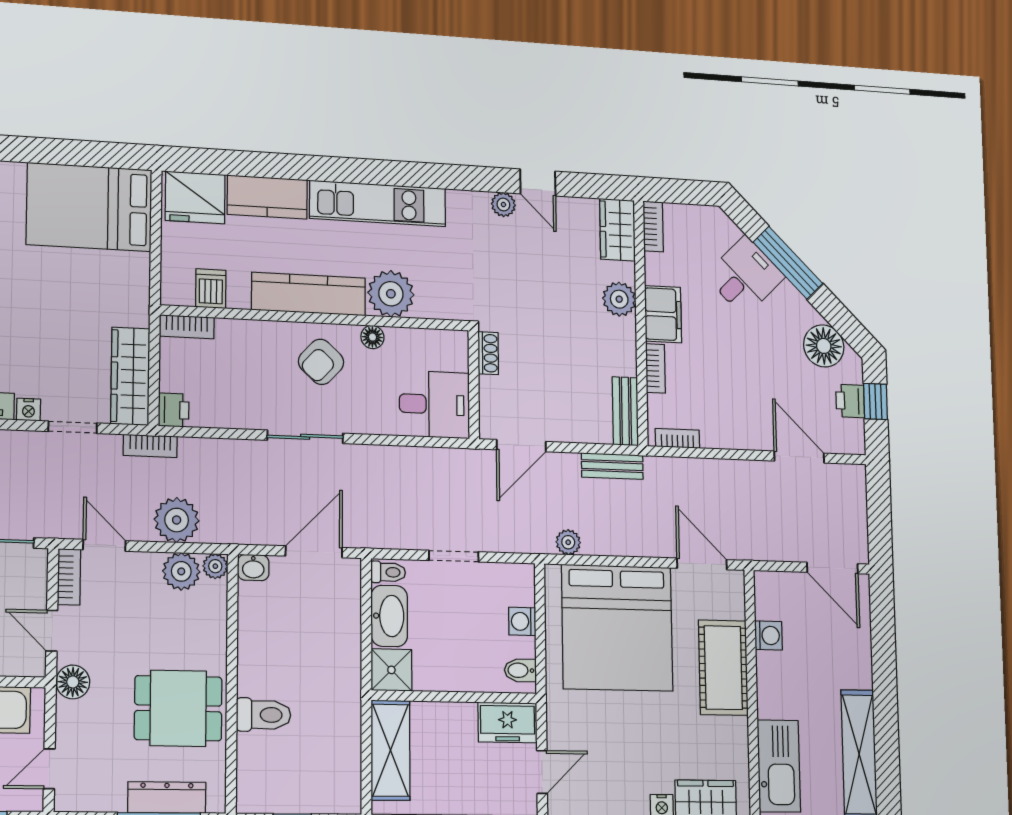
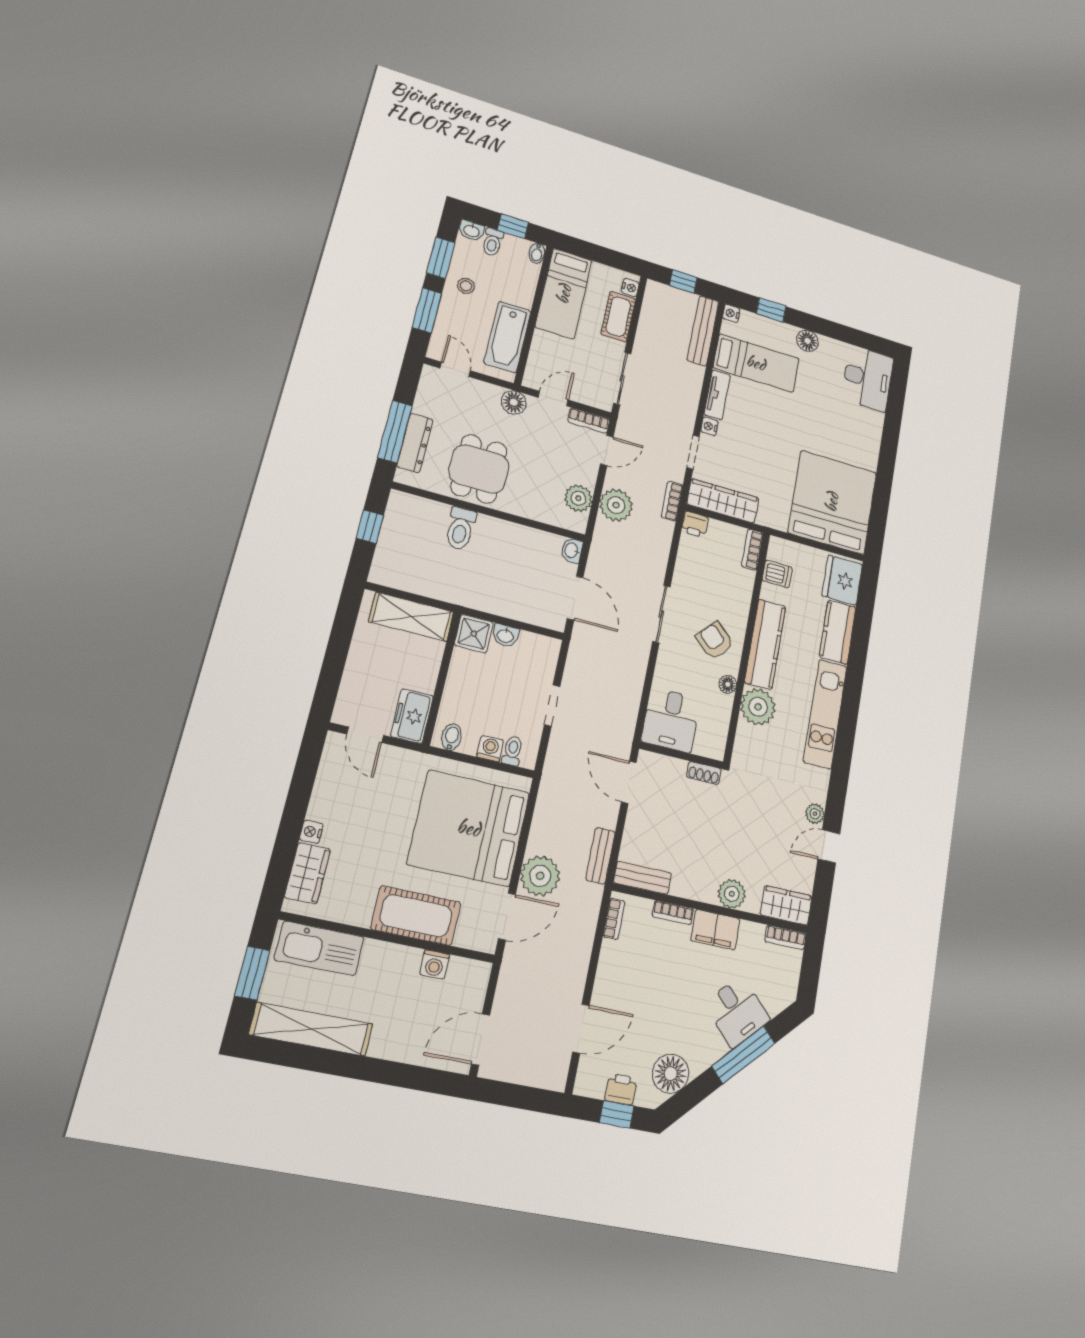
bed: (89, 207) -> (832, 502), width x1.36
plant: (568, 542) -> (540, 876), moved, width x1.87, depth x1.87
plant: (215, 566) -> (578, 523), removed
toilet: (388, 572) -> (512, 751), moved, turned 180
washbasin: (389, 616) -> (505, 636), width x0.52, depth x0.69

